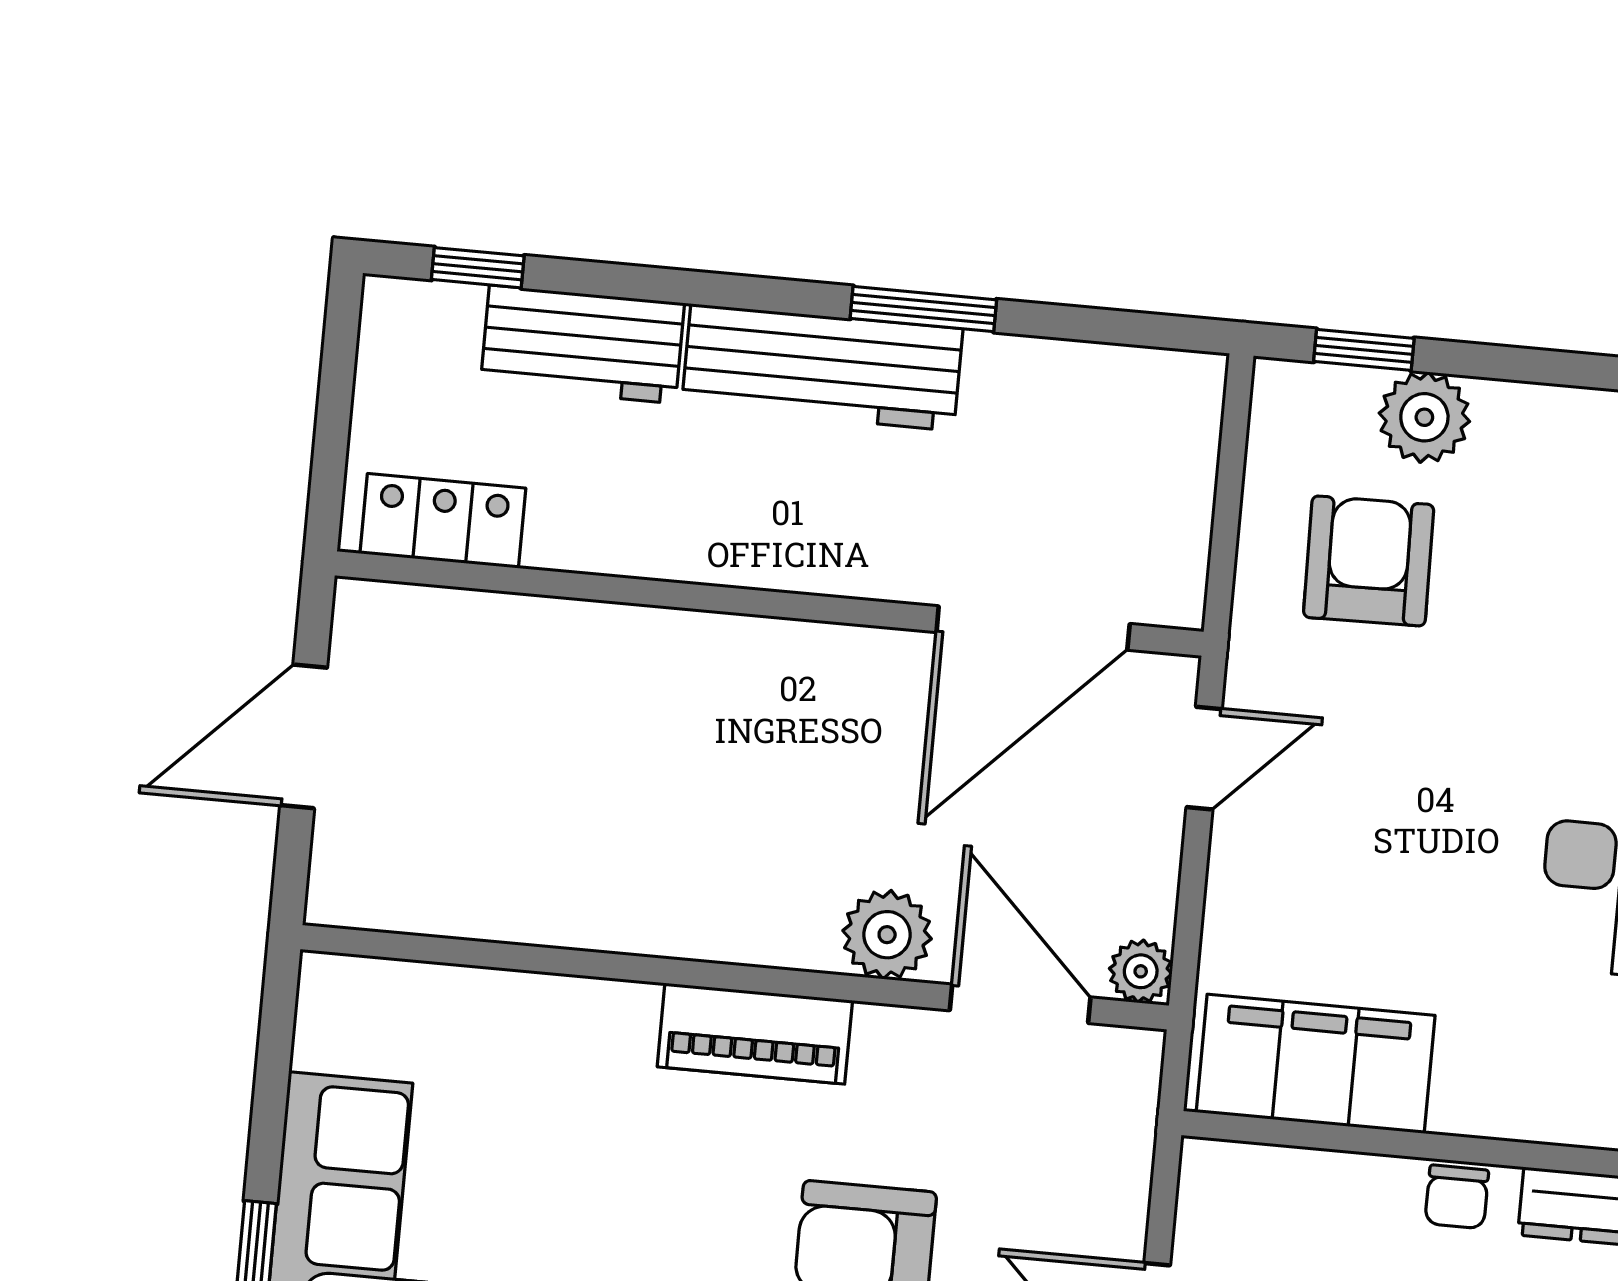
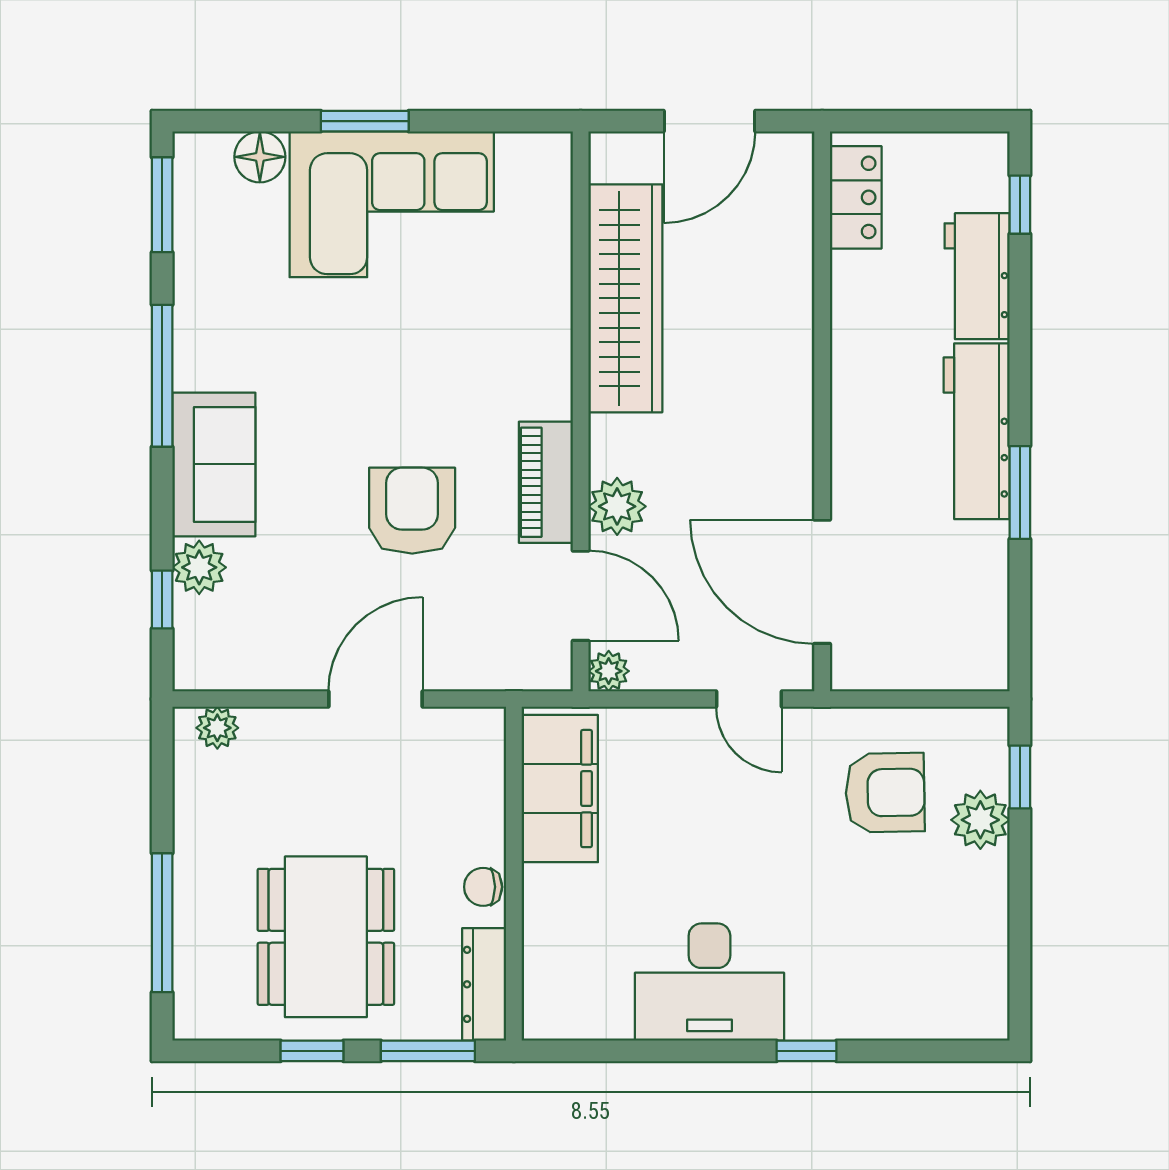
door: (304, 736) -> (709, 121), swing flipped
wardrobe: (566, 892) -> (625, 298), added
door: (1020, 1004) -> (581, 596), hinge flipped
piano: (755, 1034) -> (546, 482), moved

